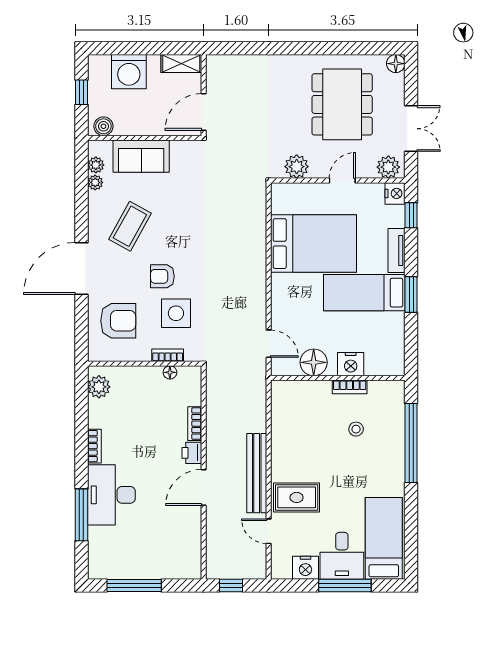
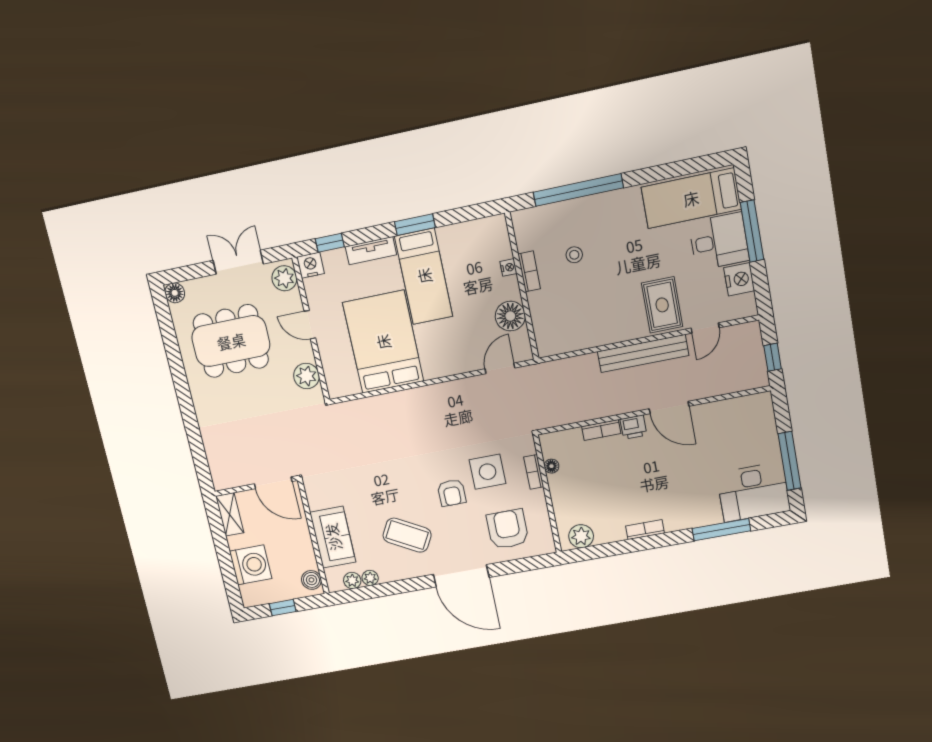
nightstand: (351, 364) -> (508, 267), width x0.53, depth x0.56
desk: (111, 495) -> (753, 492), moved

